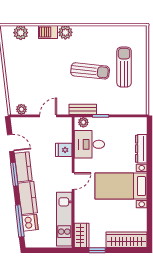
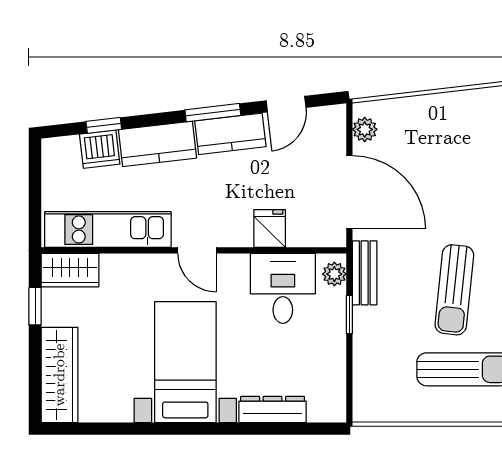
door: (48, 116) -> (349, 192), width x1.88
window: (20, 221) -> (104, 125), width x0.46

